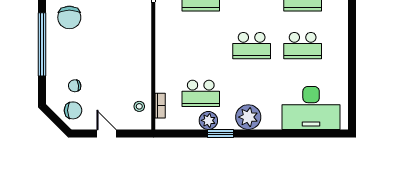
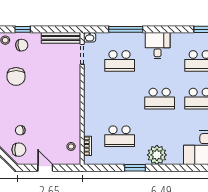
plant: (208, 120) -> (125, 158), removed

